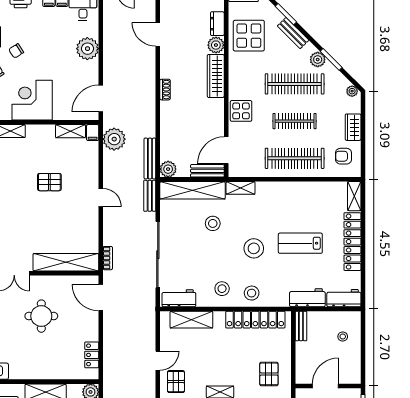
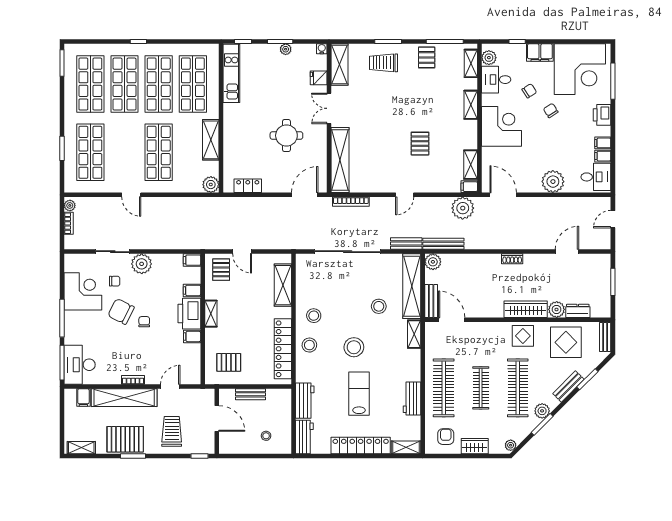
display table: (241, 111) -> (523, 336), moved
bookcase: (108, 258) -> (351, 202), width x1.56
workbench: (179, 298) -> (412, 399), moved, turned 180
bench: (301, 326) -> (250, 394), moved
pallet: (176, 382) -> (221, 270), turned 90

